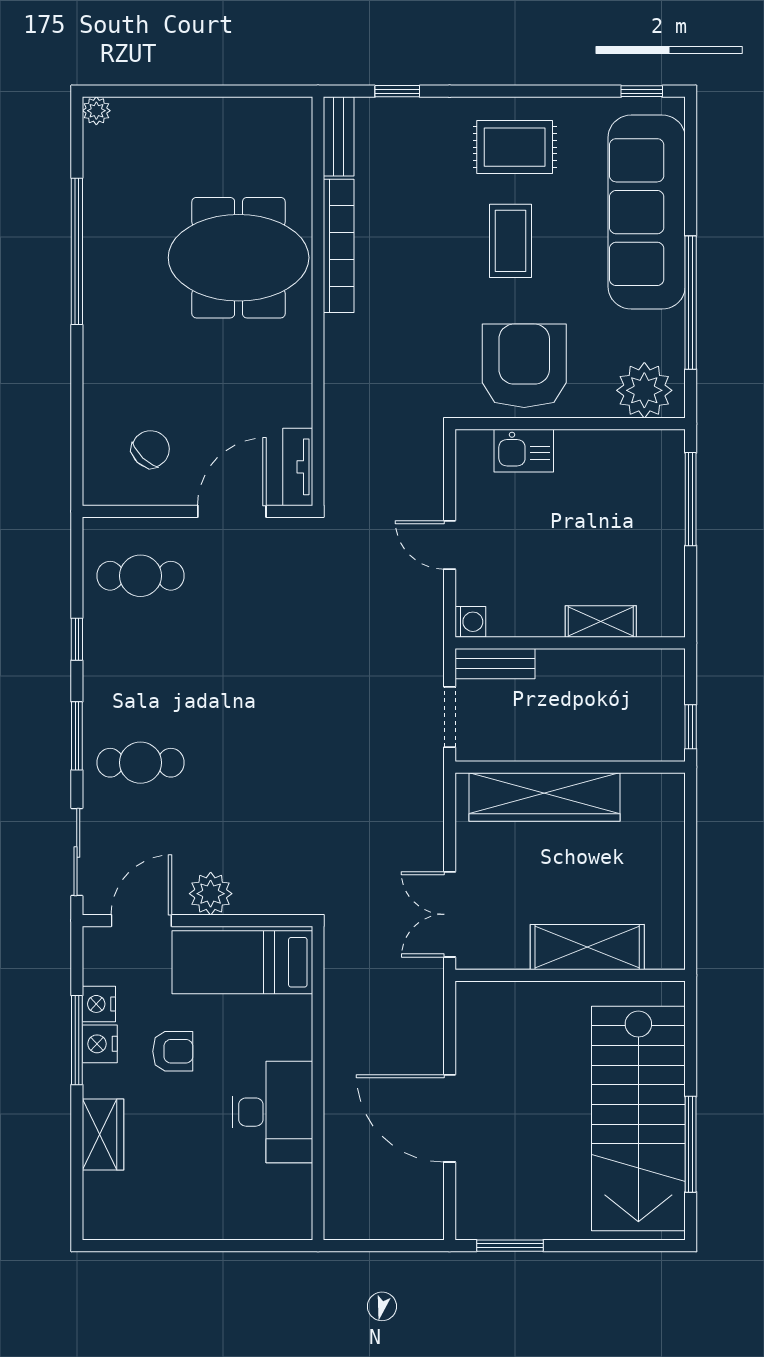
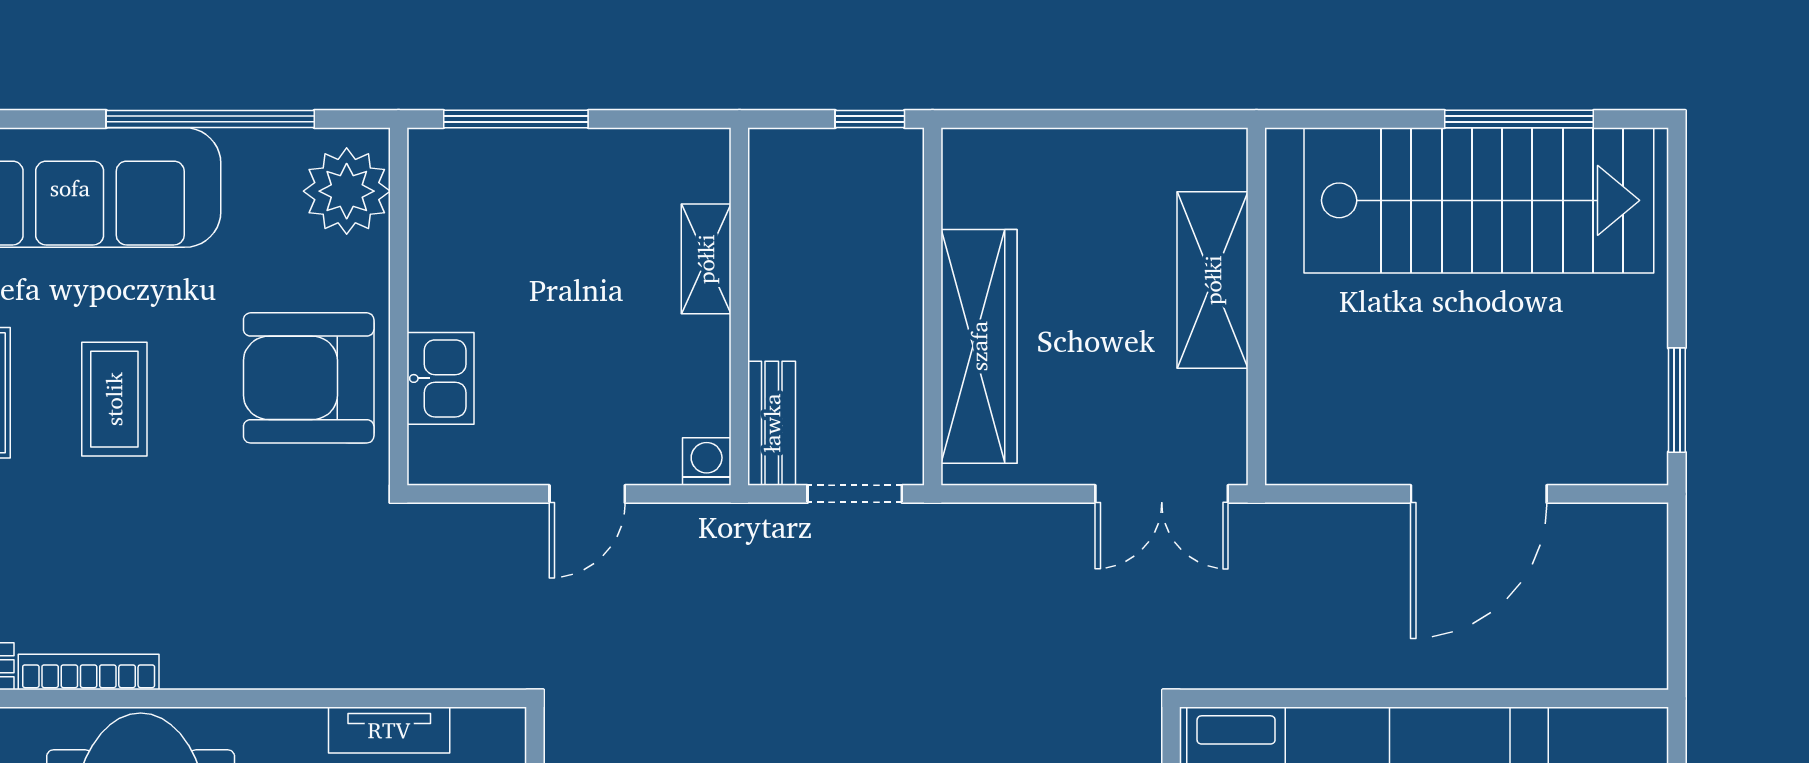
coffee table: (511, 241) -> (114, 399), turned 90
bookcase: (339, 246) -> (89, 672), width x0.68, depth x0.76
tv unit: (298, 467) -> (389, 730), moved

